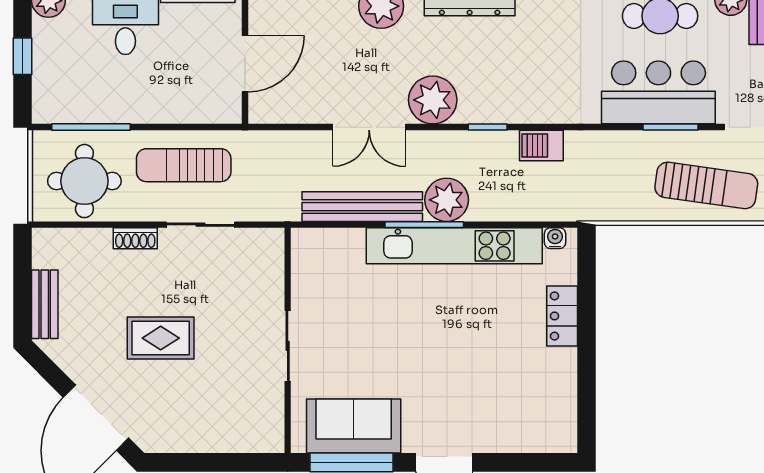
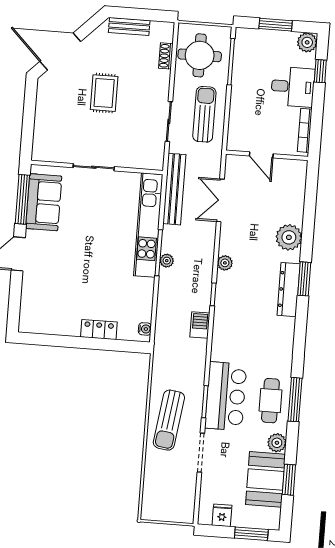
window: (22, 56) -> (276, 25), width x1.50
door: (245, 64) -> (261, 155), width x0.73
plant: (433, 100) -> (225, 263), width x0.53, depth x0.53
double door: (369, 127) -> (220, 200), moved
plant: (447, 200) -> (167, 261), width x0.53, depth x0.53
bench: (362, 207) -> (174, 189), moved
shoe rack: (135, 238) -> (166, 56), moved
kitchen unit: (454, 246) -> (148, 225), moved

